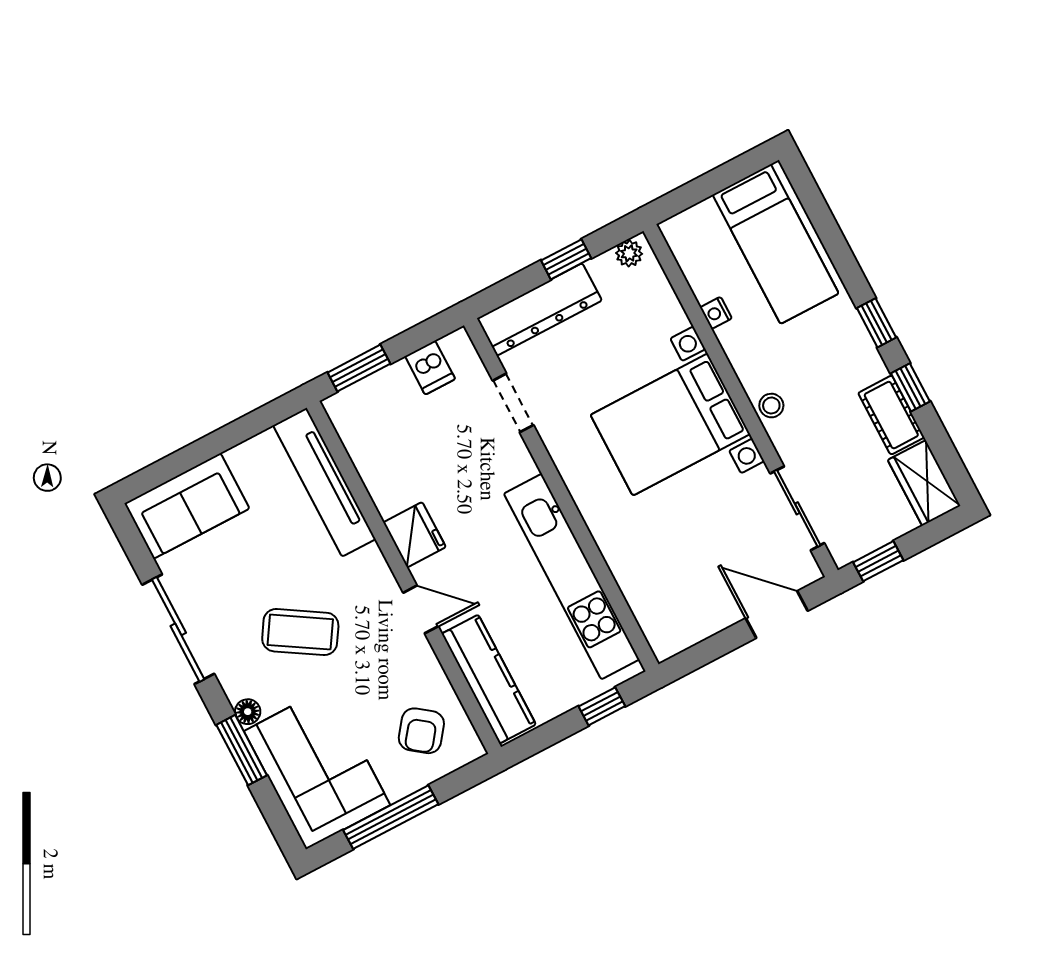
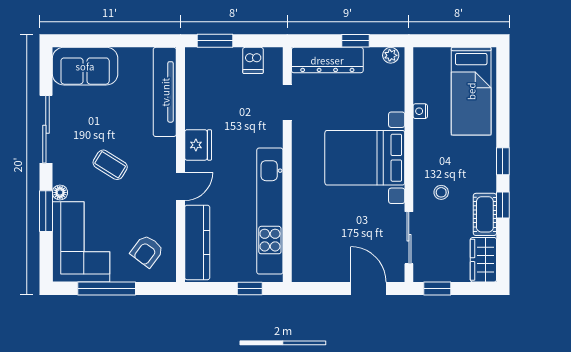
stool: (771, 406) -> (441, 192), moved
door: (421, 609) -> (180, 186), hinge flipped
coffee table: (300, 632) -> (110, 165), width x0.73, depth x0.77

